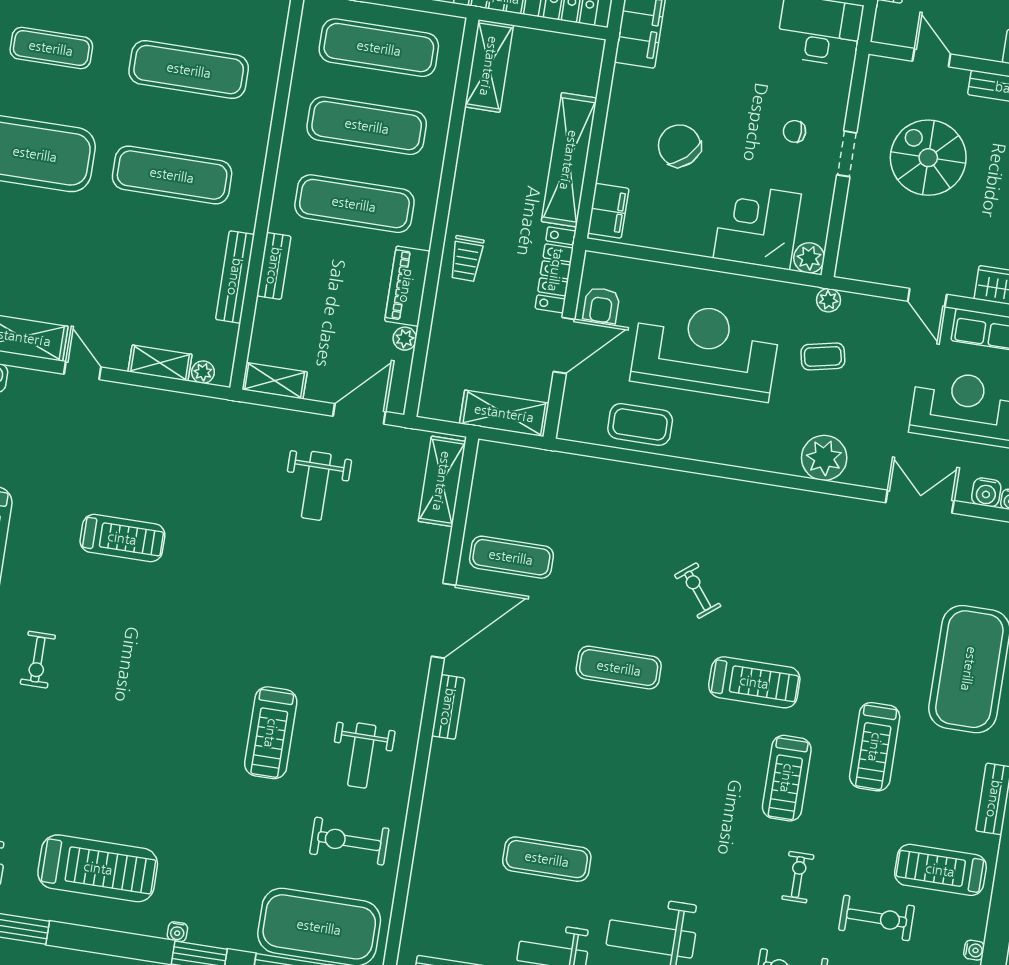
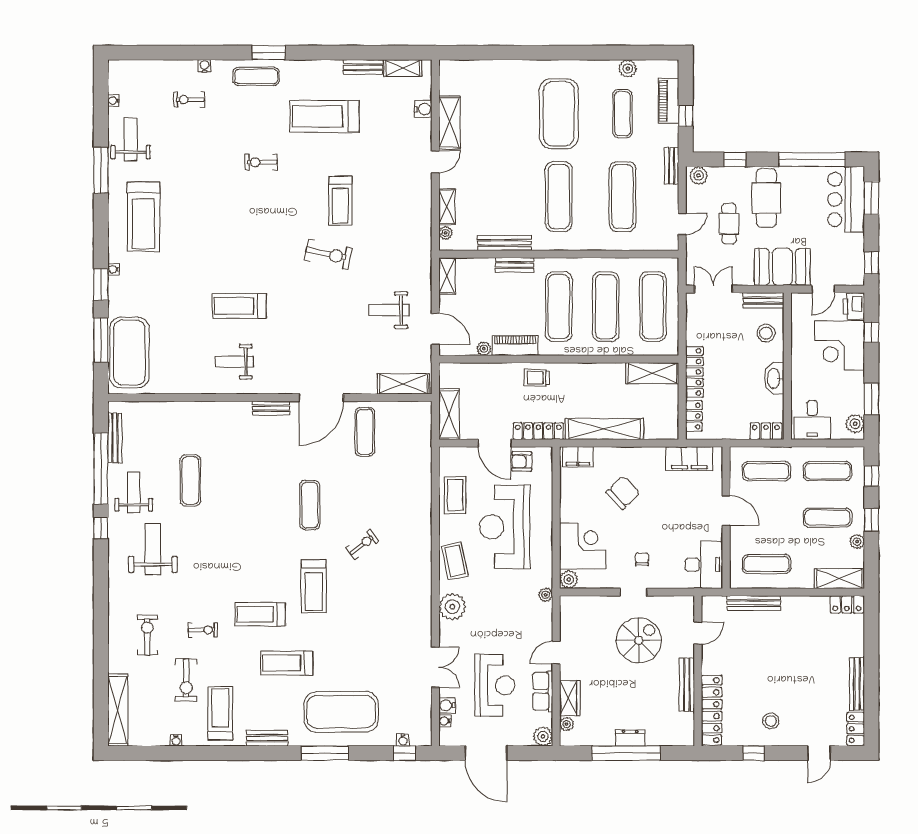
reception desk: (705, 350) -> (505, 527), turned 180
coffee table: (823, 356) -> (455, 561), moved, width x1.36, depth x1.30
door: (444, 621) -> (321, 398), hinge flipped
exercise bike: (349, 841) -> (328, 254), moved, turned 102

